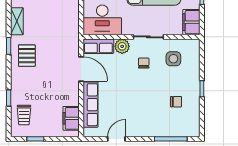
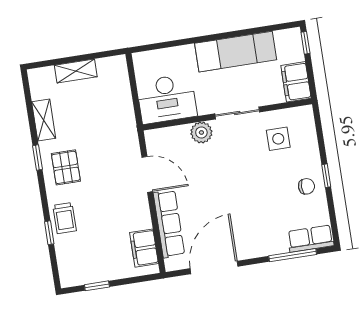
row of seats: (98, 46) -> (311, 239), moved, turned 180
chair: (144, 63) -> (236, 152), removed
chair: (176, 102) -> (306, 186), moved
trolley: (24, 115) -> (65, 218), moved
door: (116, 139) -> (214, 267), width x1.88

